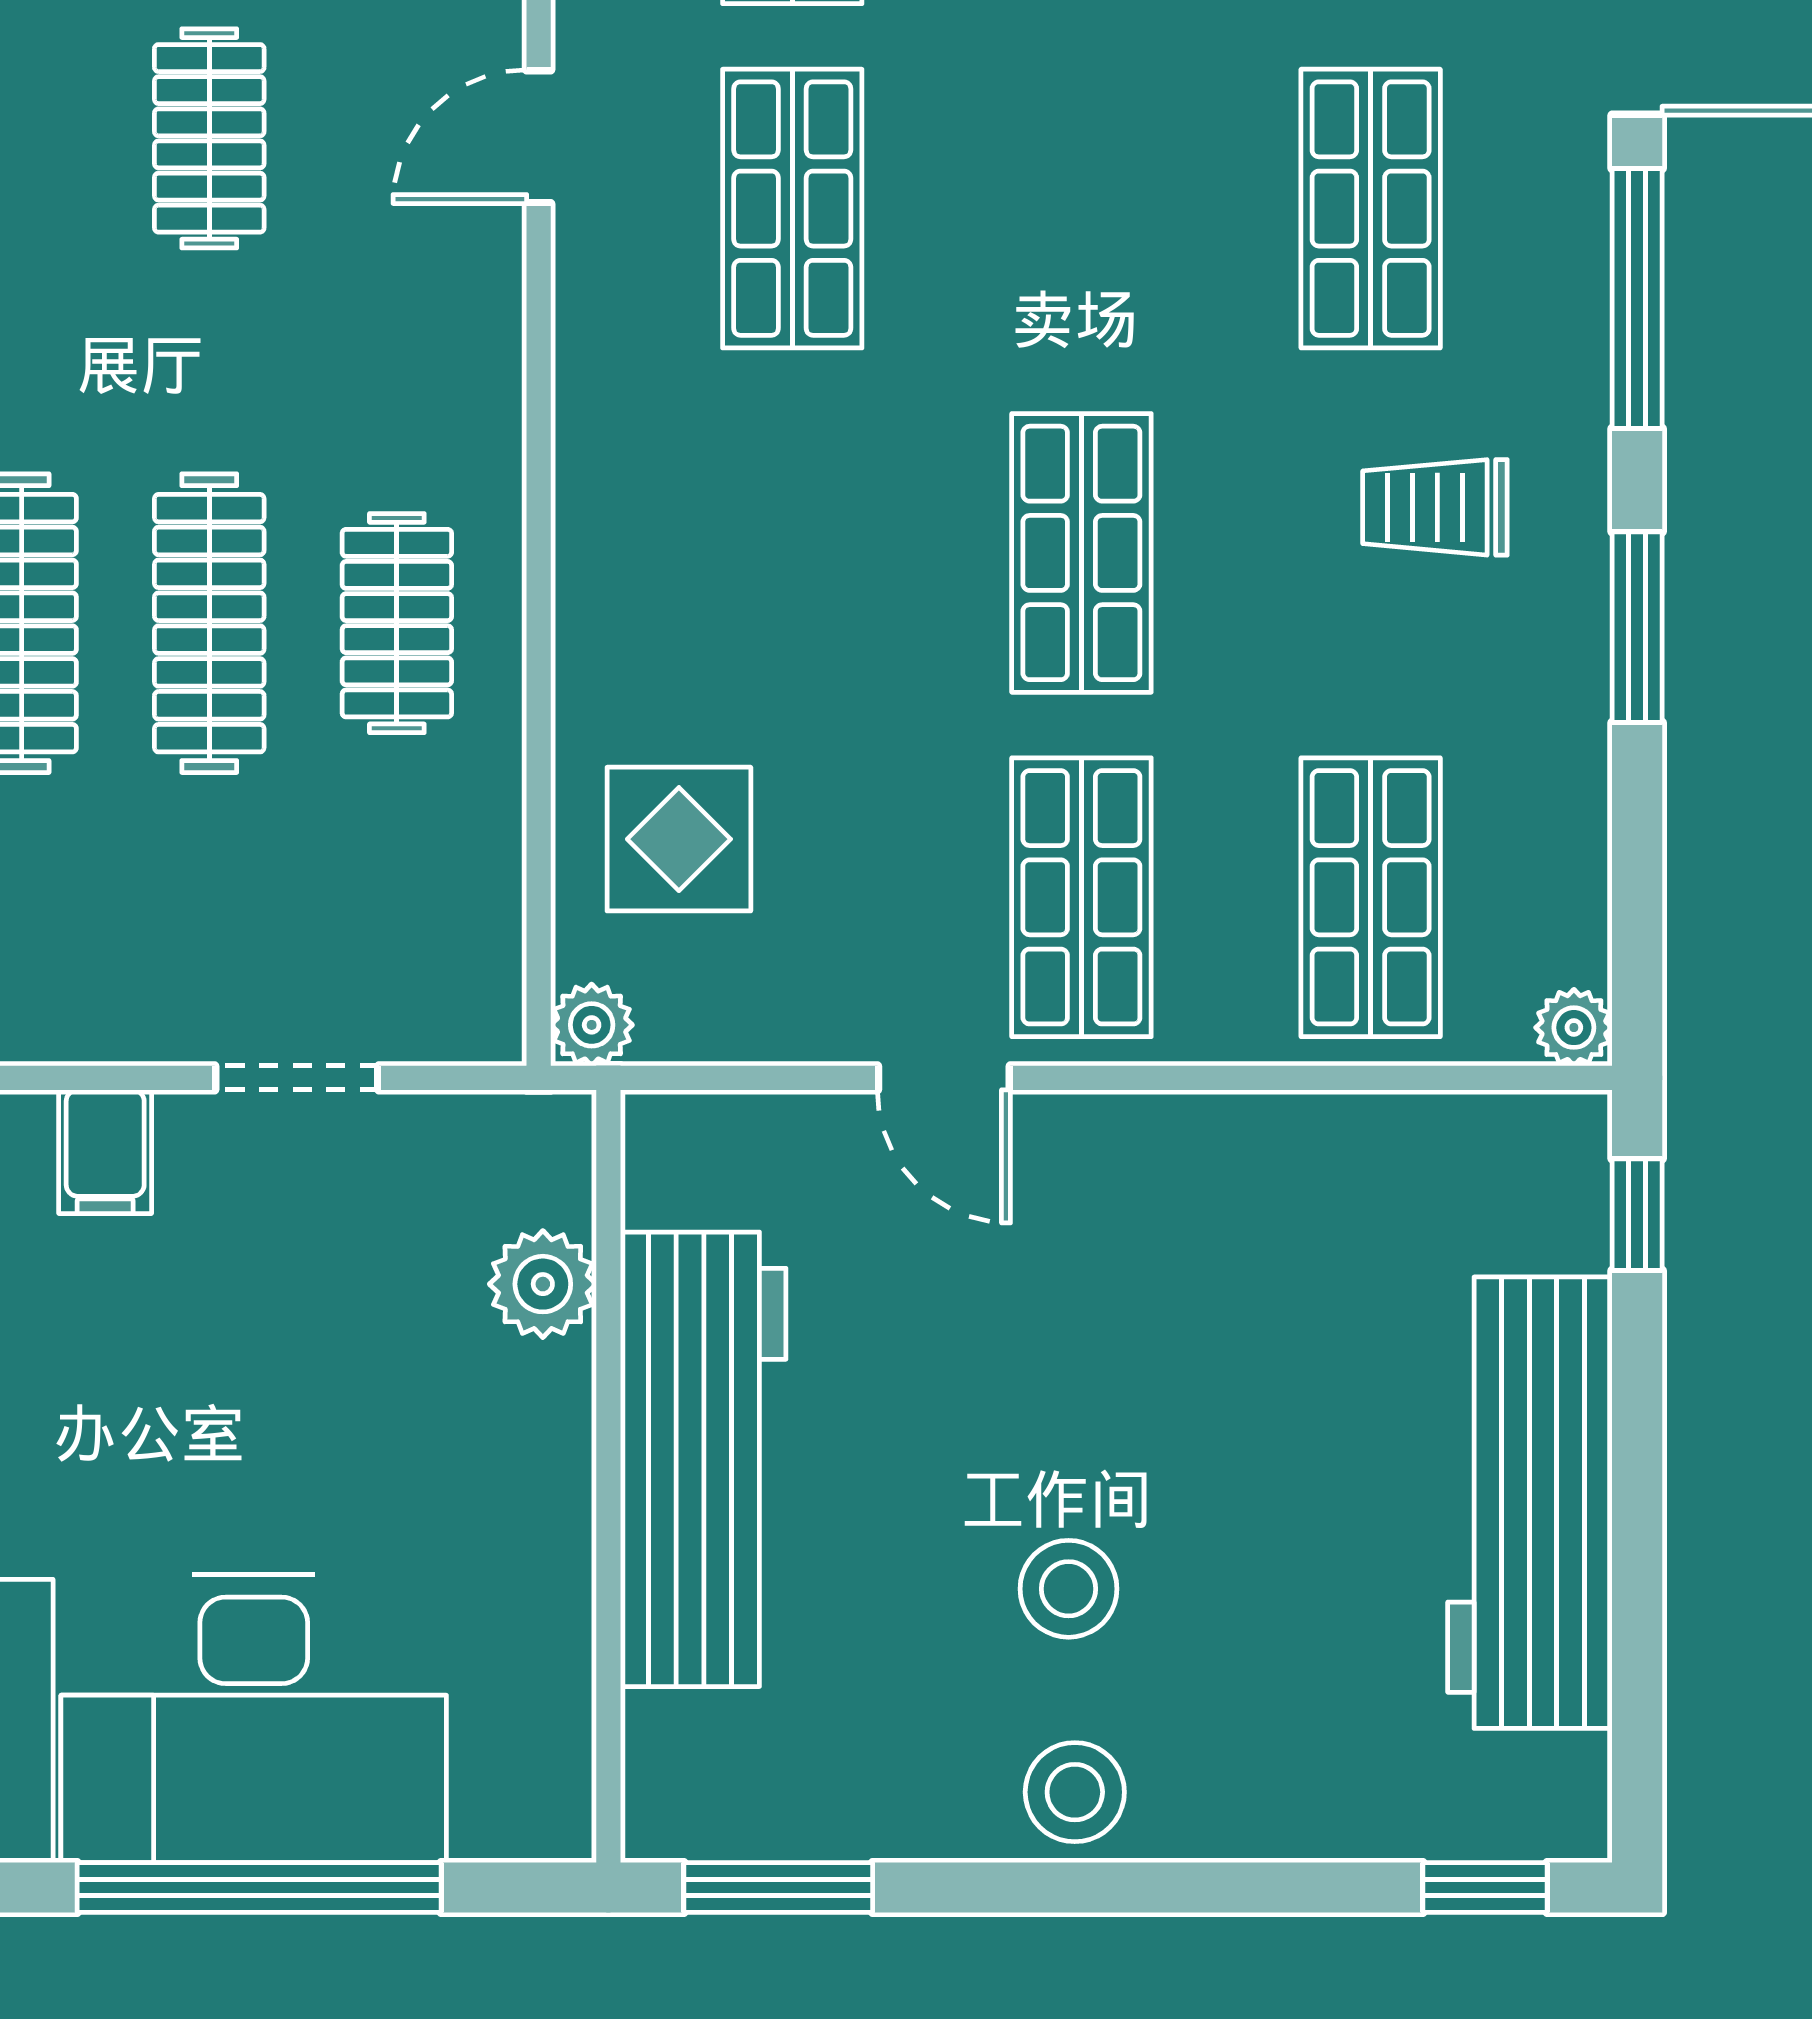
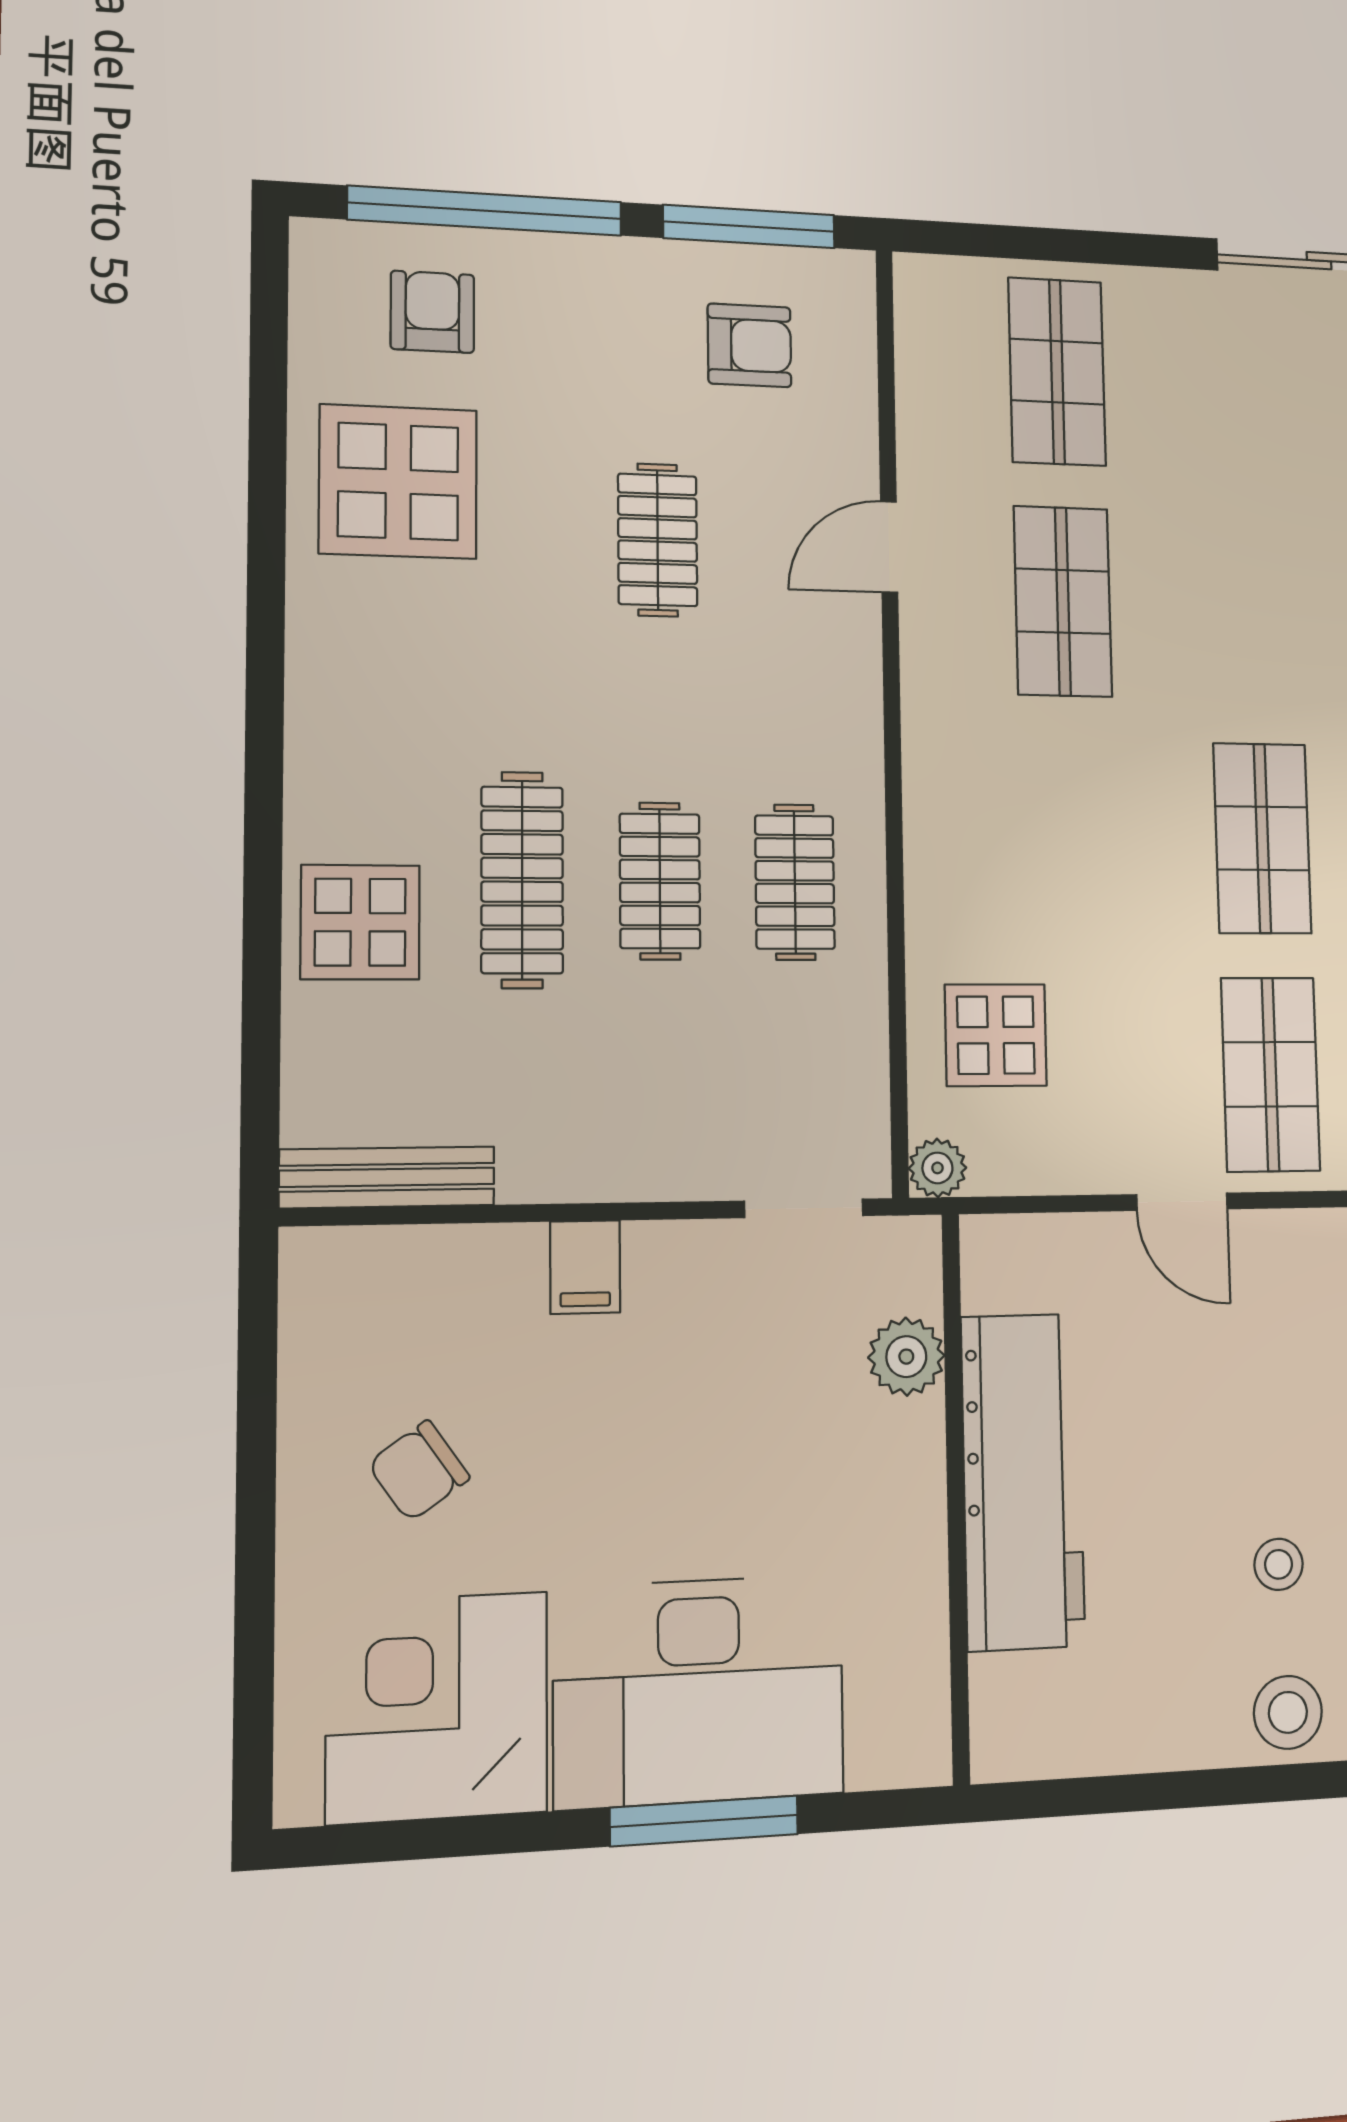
clothes rail: (209, 623) -> (660, 881), width x0.73
doorway: (297, 1078) -> (804, 1208), moved
stool: (1069, 1589) -> (1279, 1564), width x0.73, depth x0.73
window: (259, 1887) -> (704, 1821), width x0.68
window: (778, 1887) -> (1084, 1796), removed

